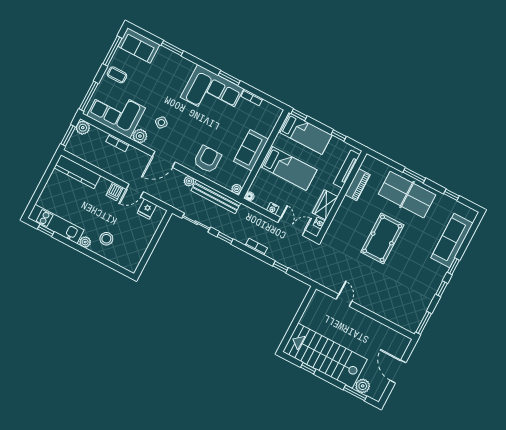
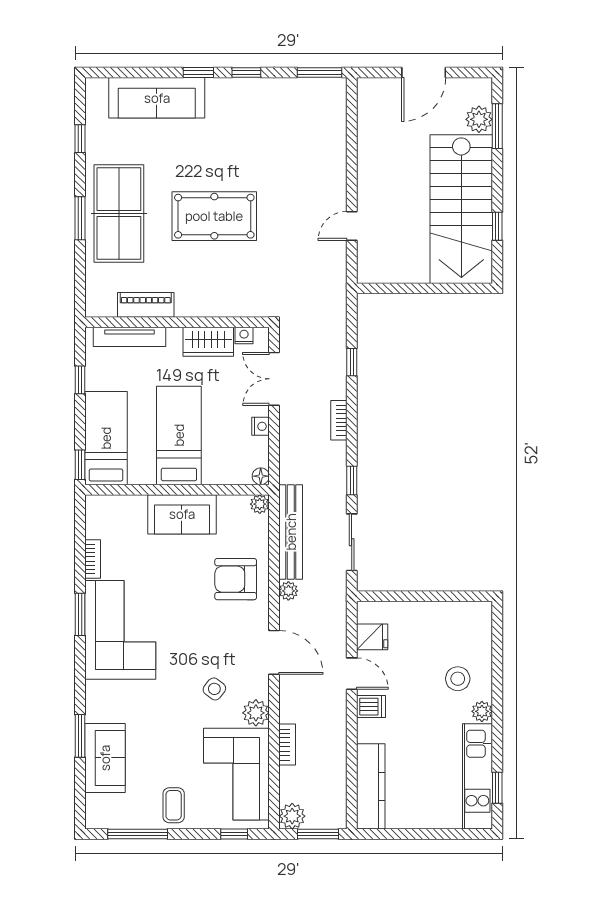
sofa: (139, 45) -> (105, 758), moved
window: (89, 96) -> (234, 834), width x0.46

